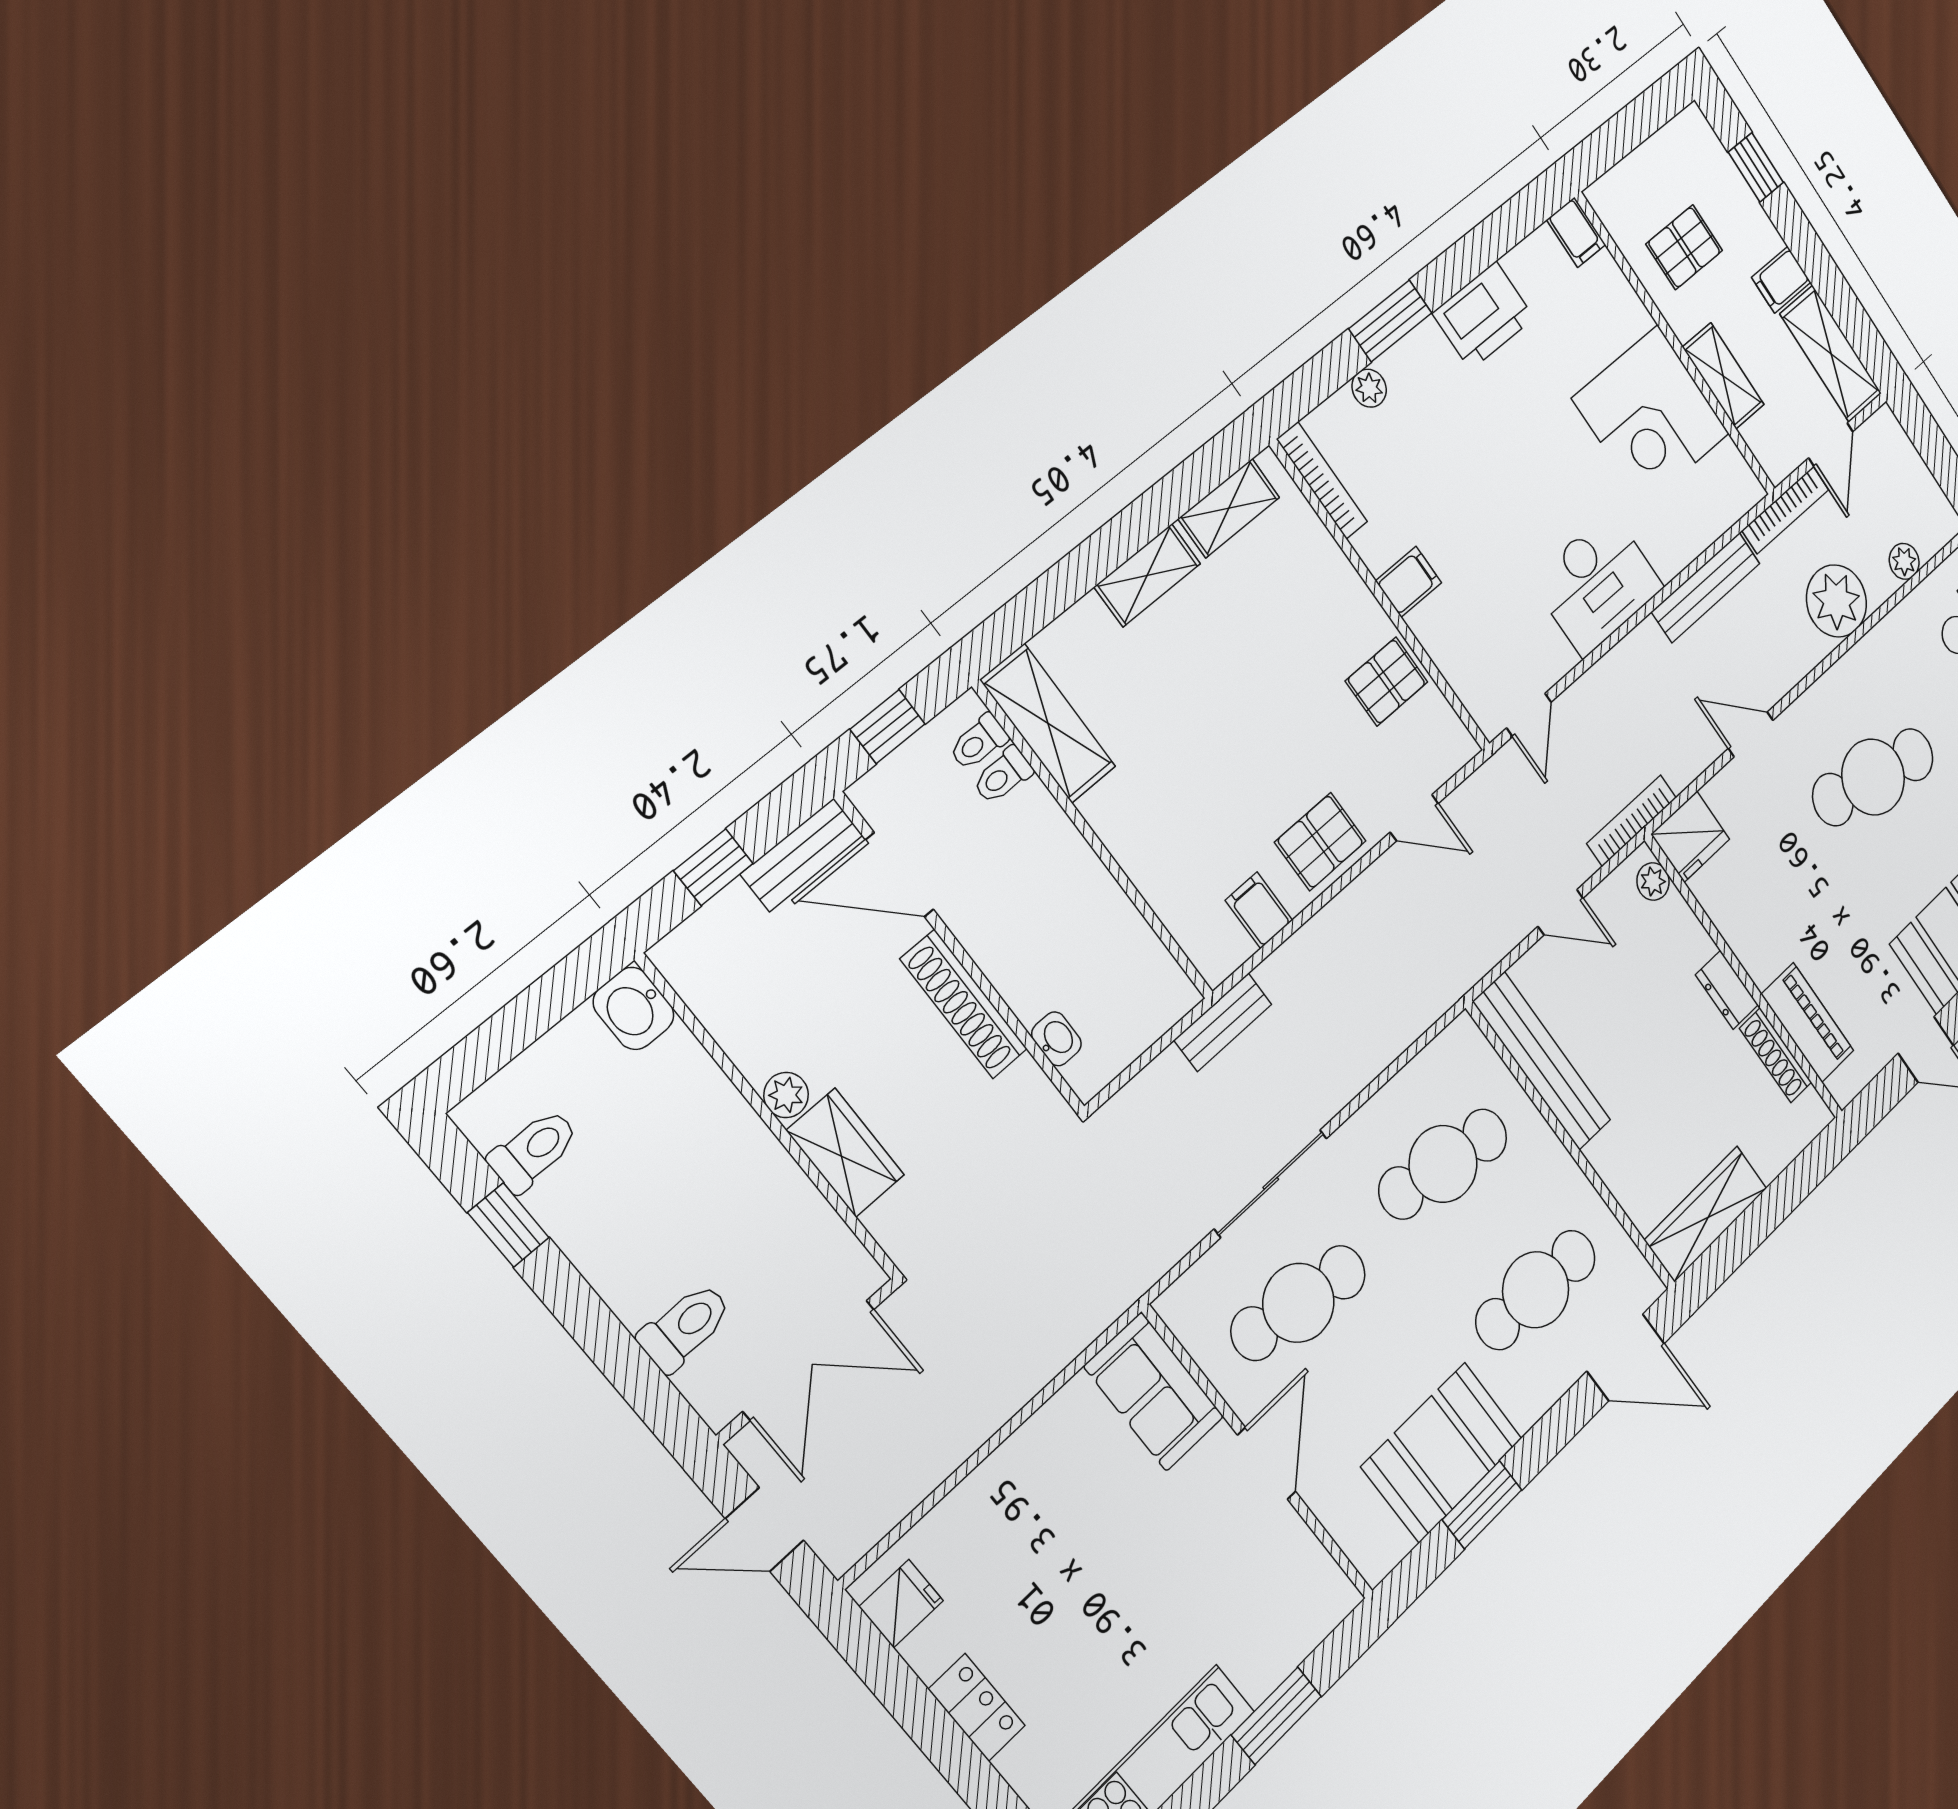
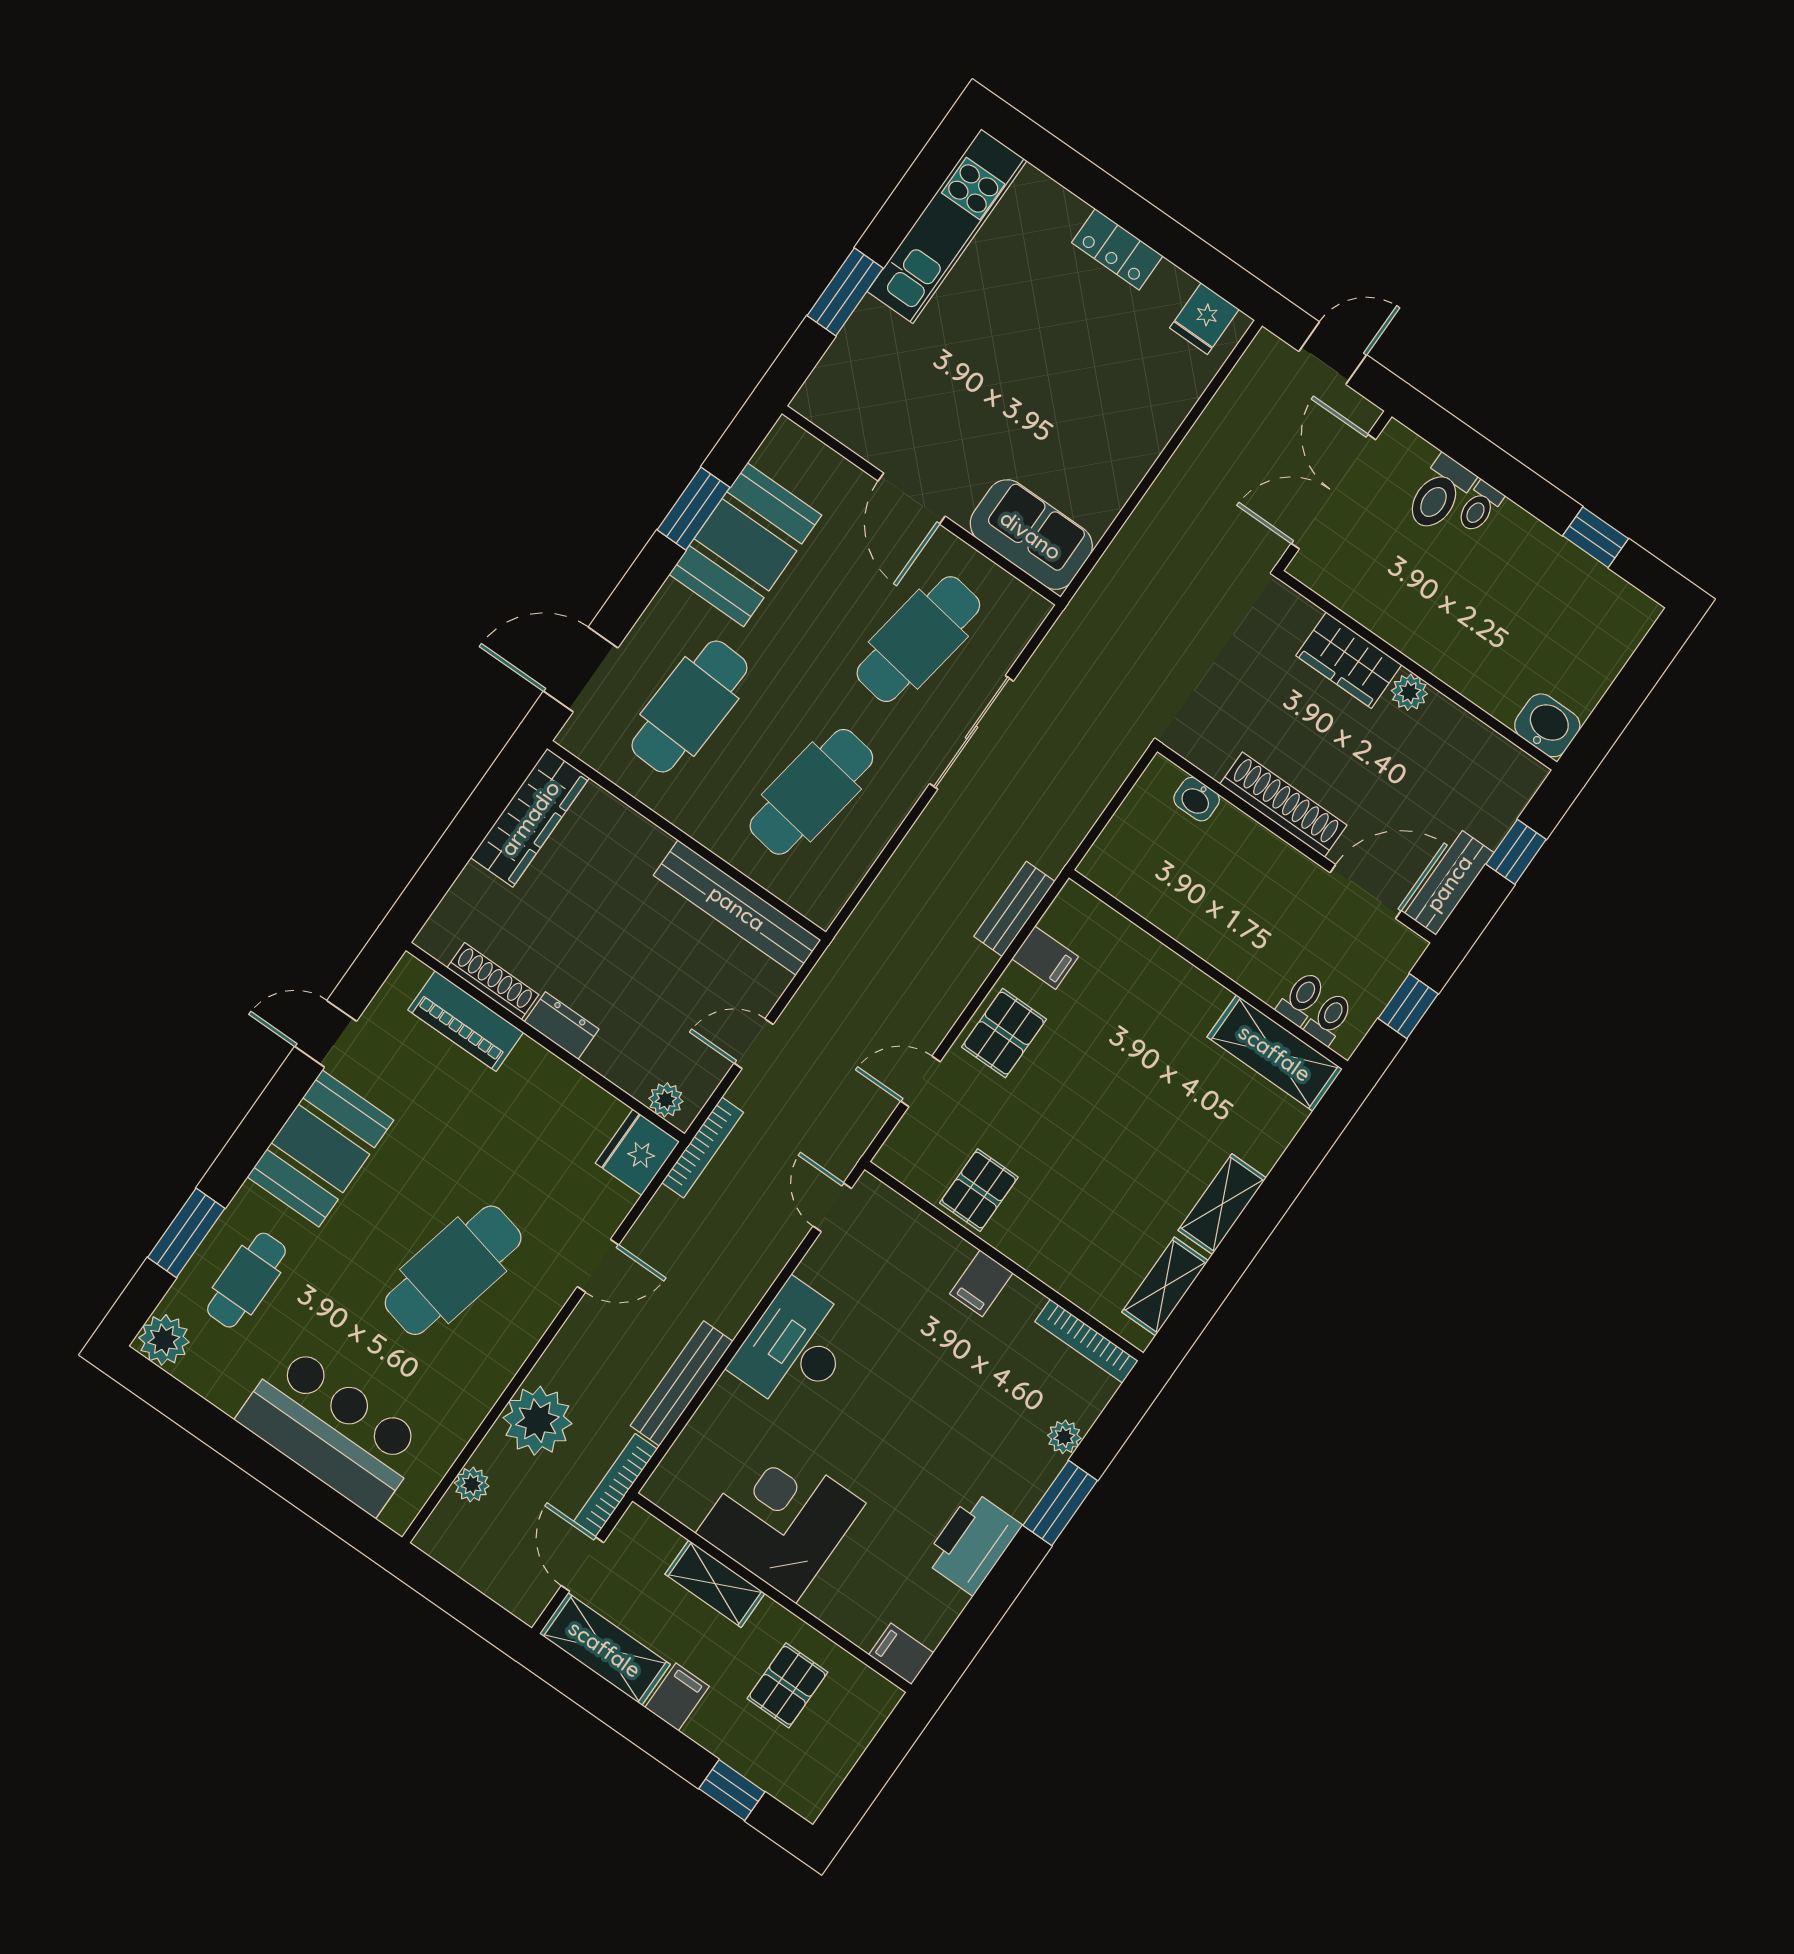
bench: (1223, 1022) -> (1014, 909), moved
toilet: (534, 1150) -> (1479, 507), moved, width x0.73, depth x0.72

